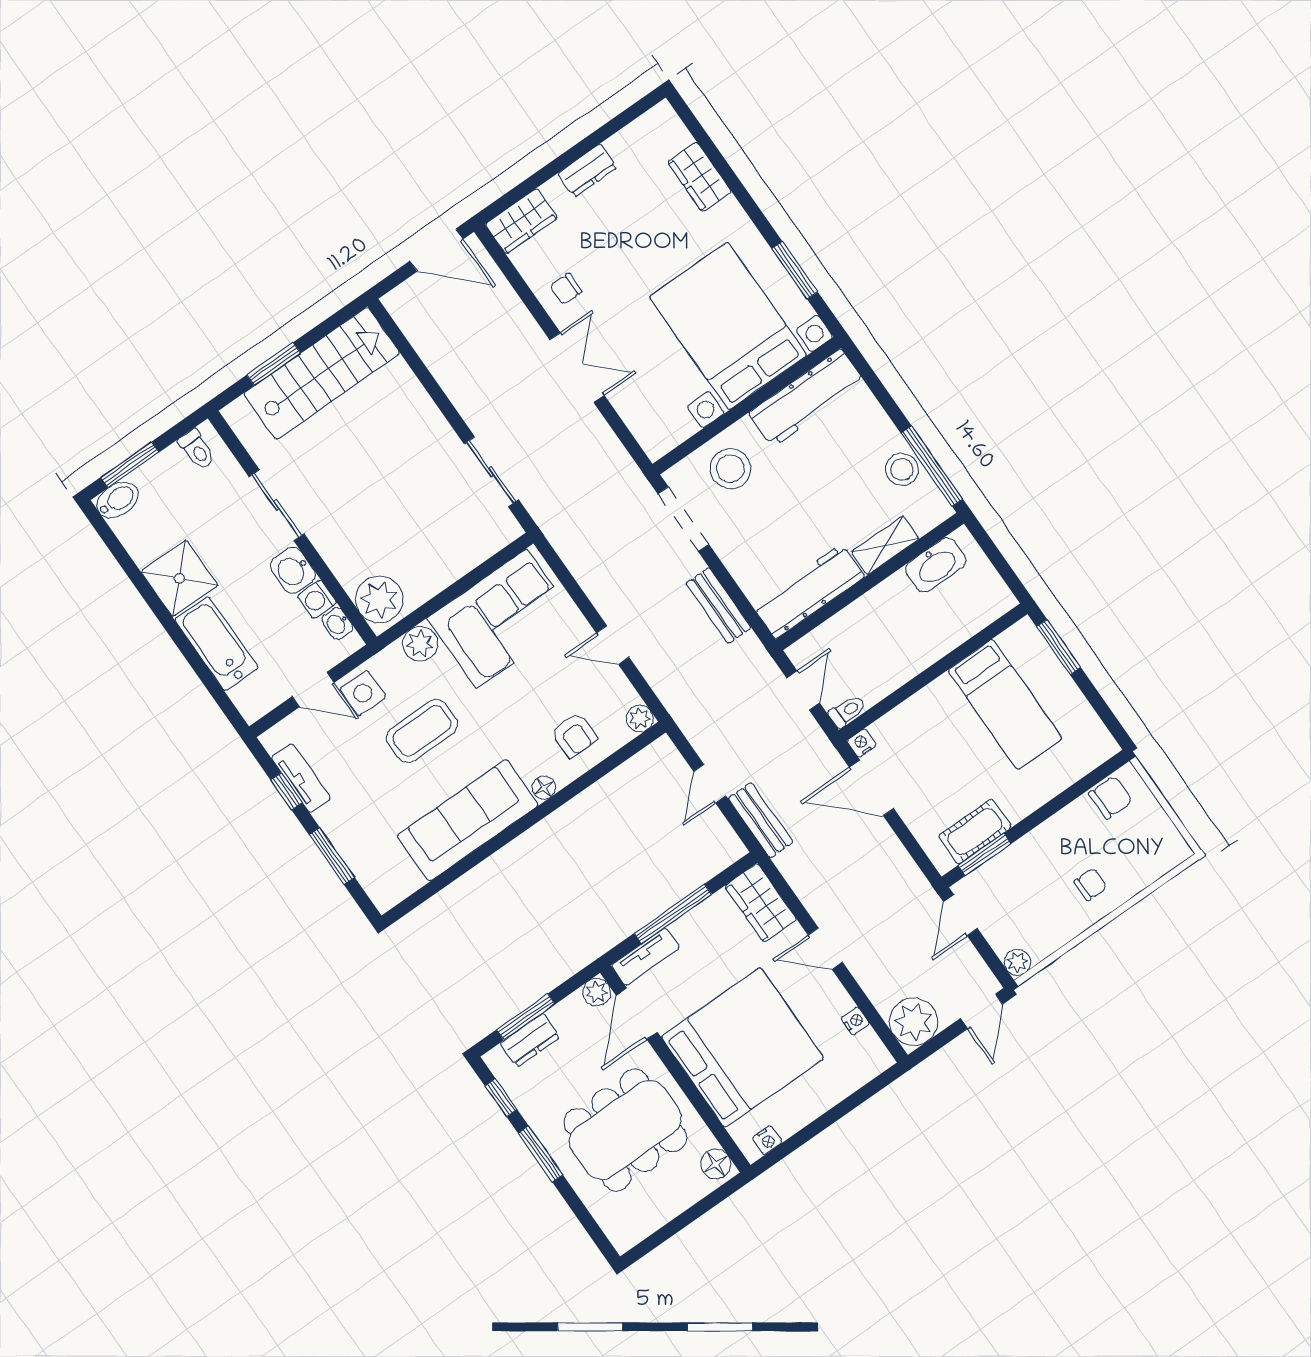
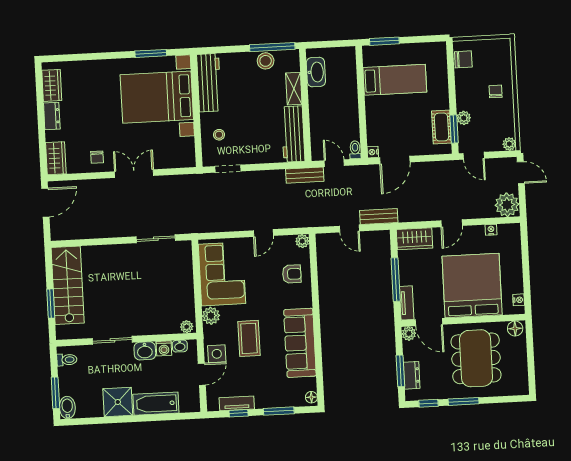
wardrobe: (699, 177) -> (52, 85), moved, turned -90
stool: (730, 469) -> (219, 135), width x0.53, depth x0.53
doorway: (683, 519) -> (228, 169), width x0.73
plant: (379, 599) -> (187, 327), width x0.53, depth x0.53
bench: (719, 606) -> (305, 175), moved
floor lamp: (544, 788) -> (311, 397), moved
chair: (1110, 797) -> (463, 59), turned 90
plant: (1013, 859) -> (464, 118), added

